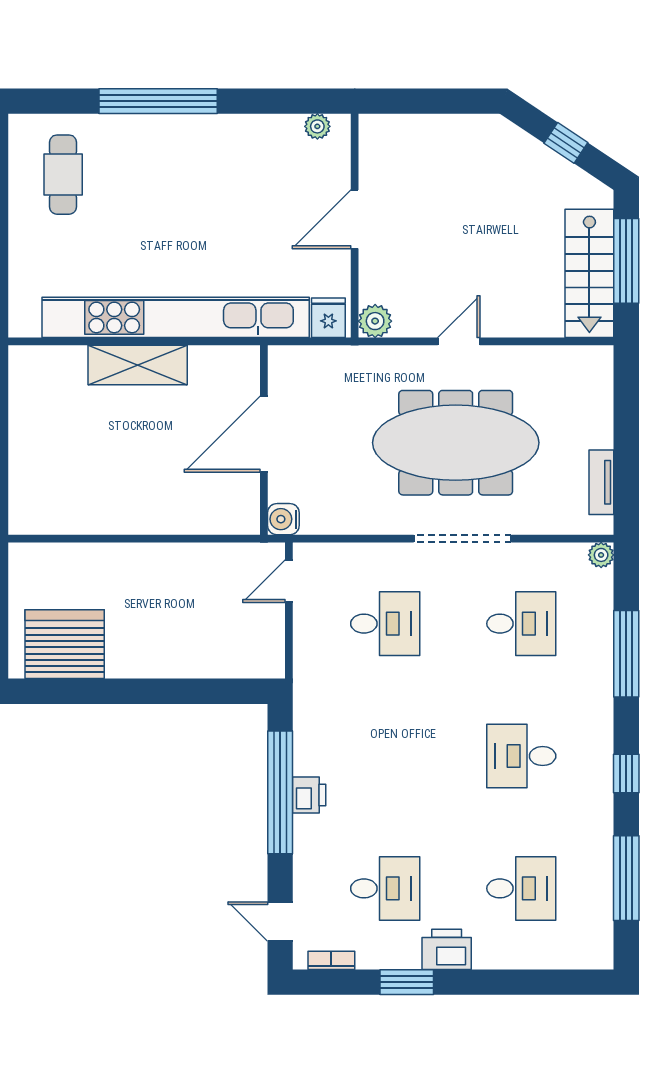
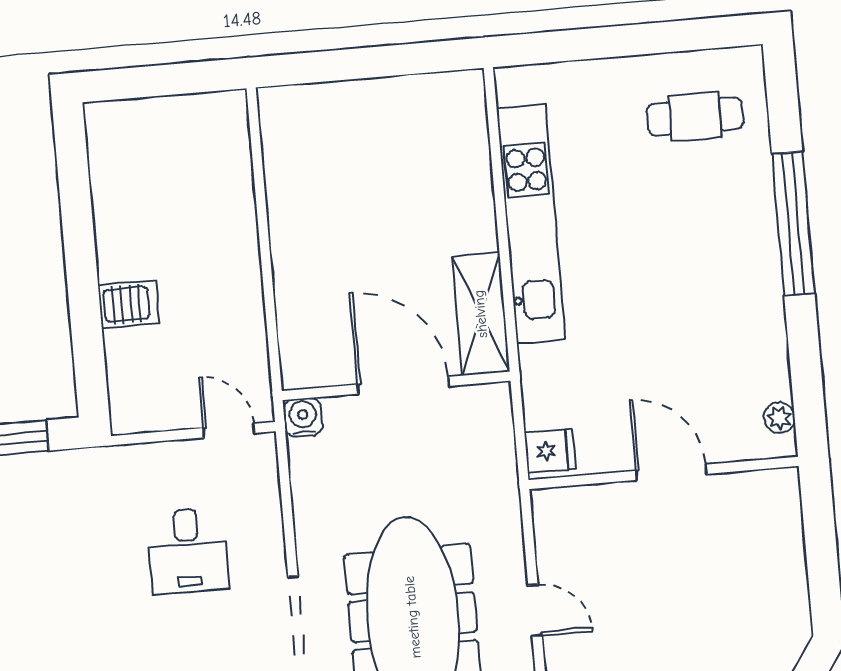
kitchen unit: (176, 317) -> (531, 224), width x0.73
plant: (375, 321) -> (551, 507), removed
shelving: (138, 365) -> (481, 314), moved
server rack: (65, 644) -> (129, 304), moved, width x0.46, depth x0.70

